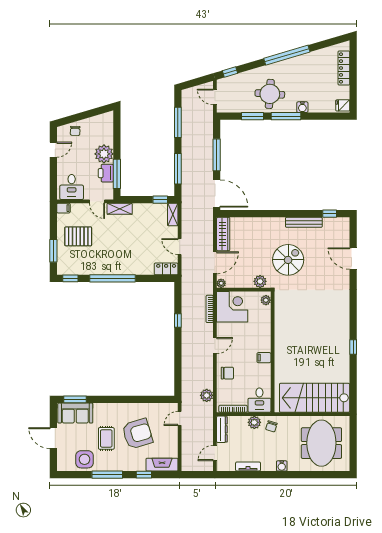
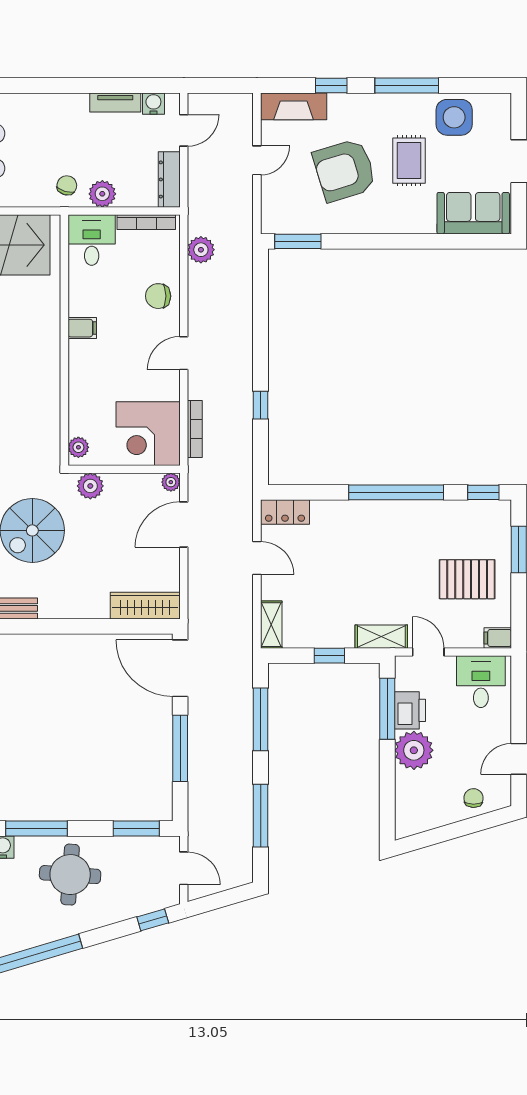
window: (253, 116) -> (136, 829), moved
window: (160, 200) -> (329, 656), moved
wardrobe: (223, 234) -> (145, 606), moved, turned 90
window: (75, 399) -> (298, 241), moved
door: (180, 418) -> (257, 160), moved
water cooler: (282, 466) -> (153, 104), moved

